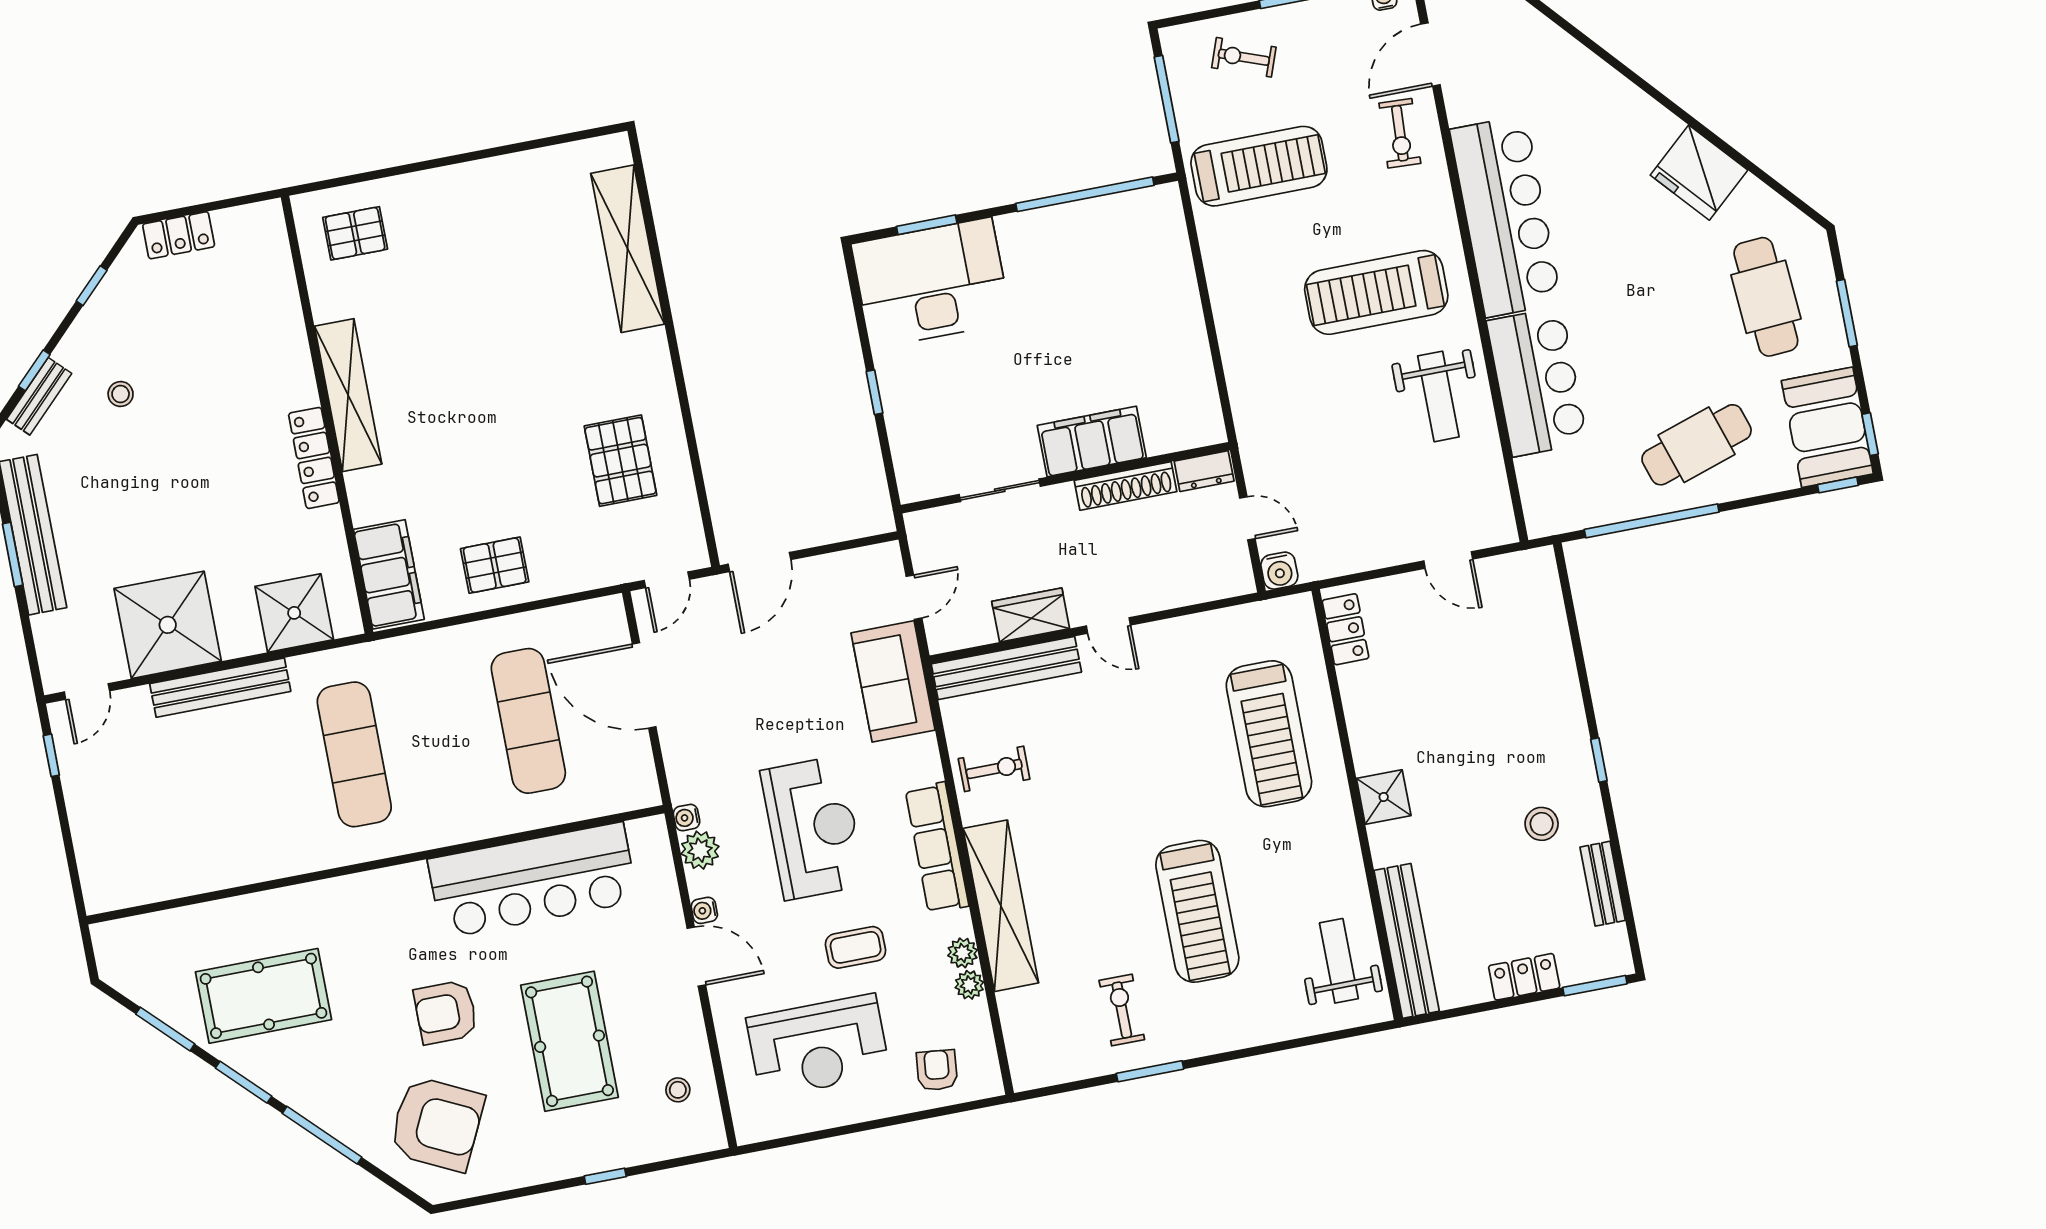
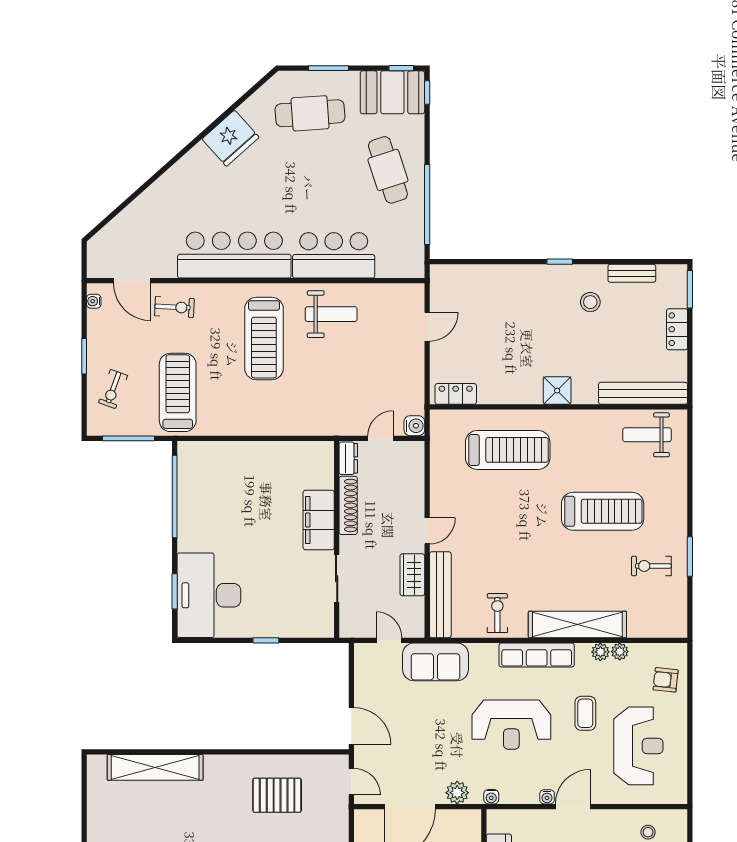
reception desk: (813, 828) -> (511, 725), turned 180
plant: (700, 850) -> (457, 793), moved

